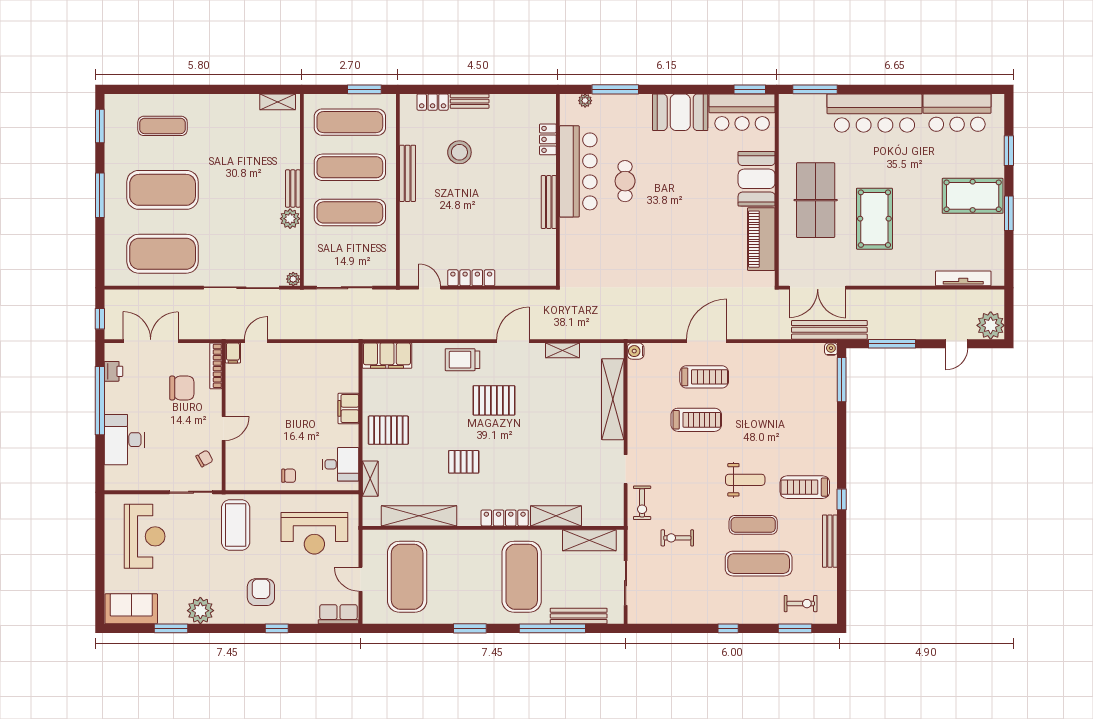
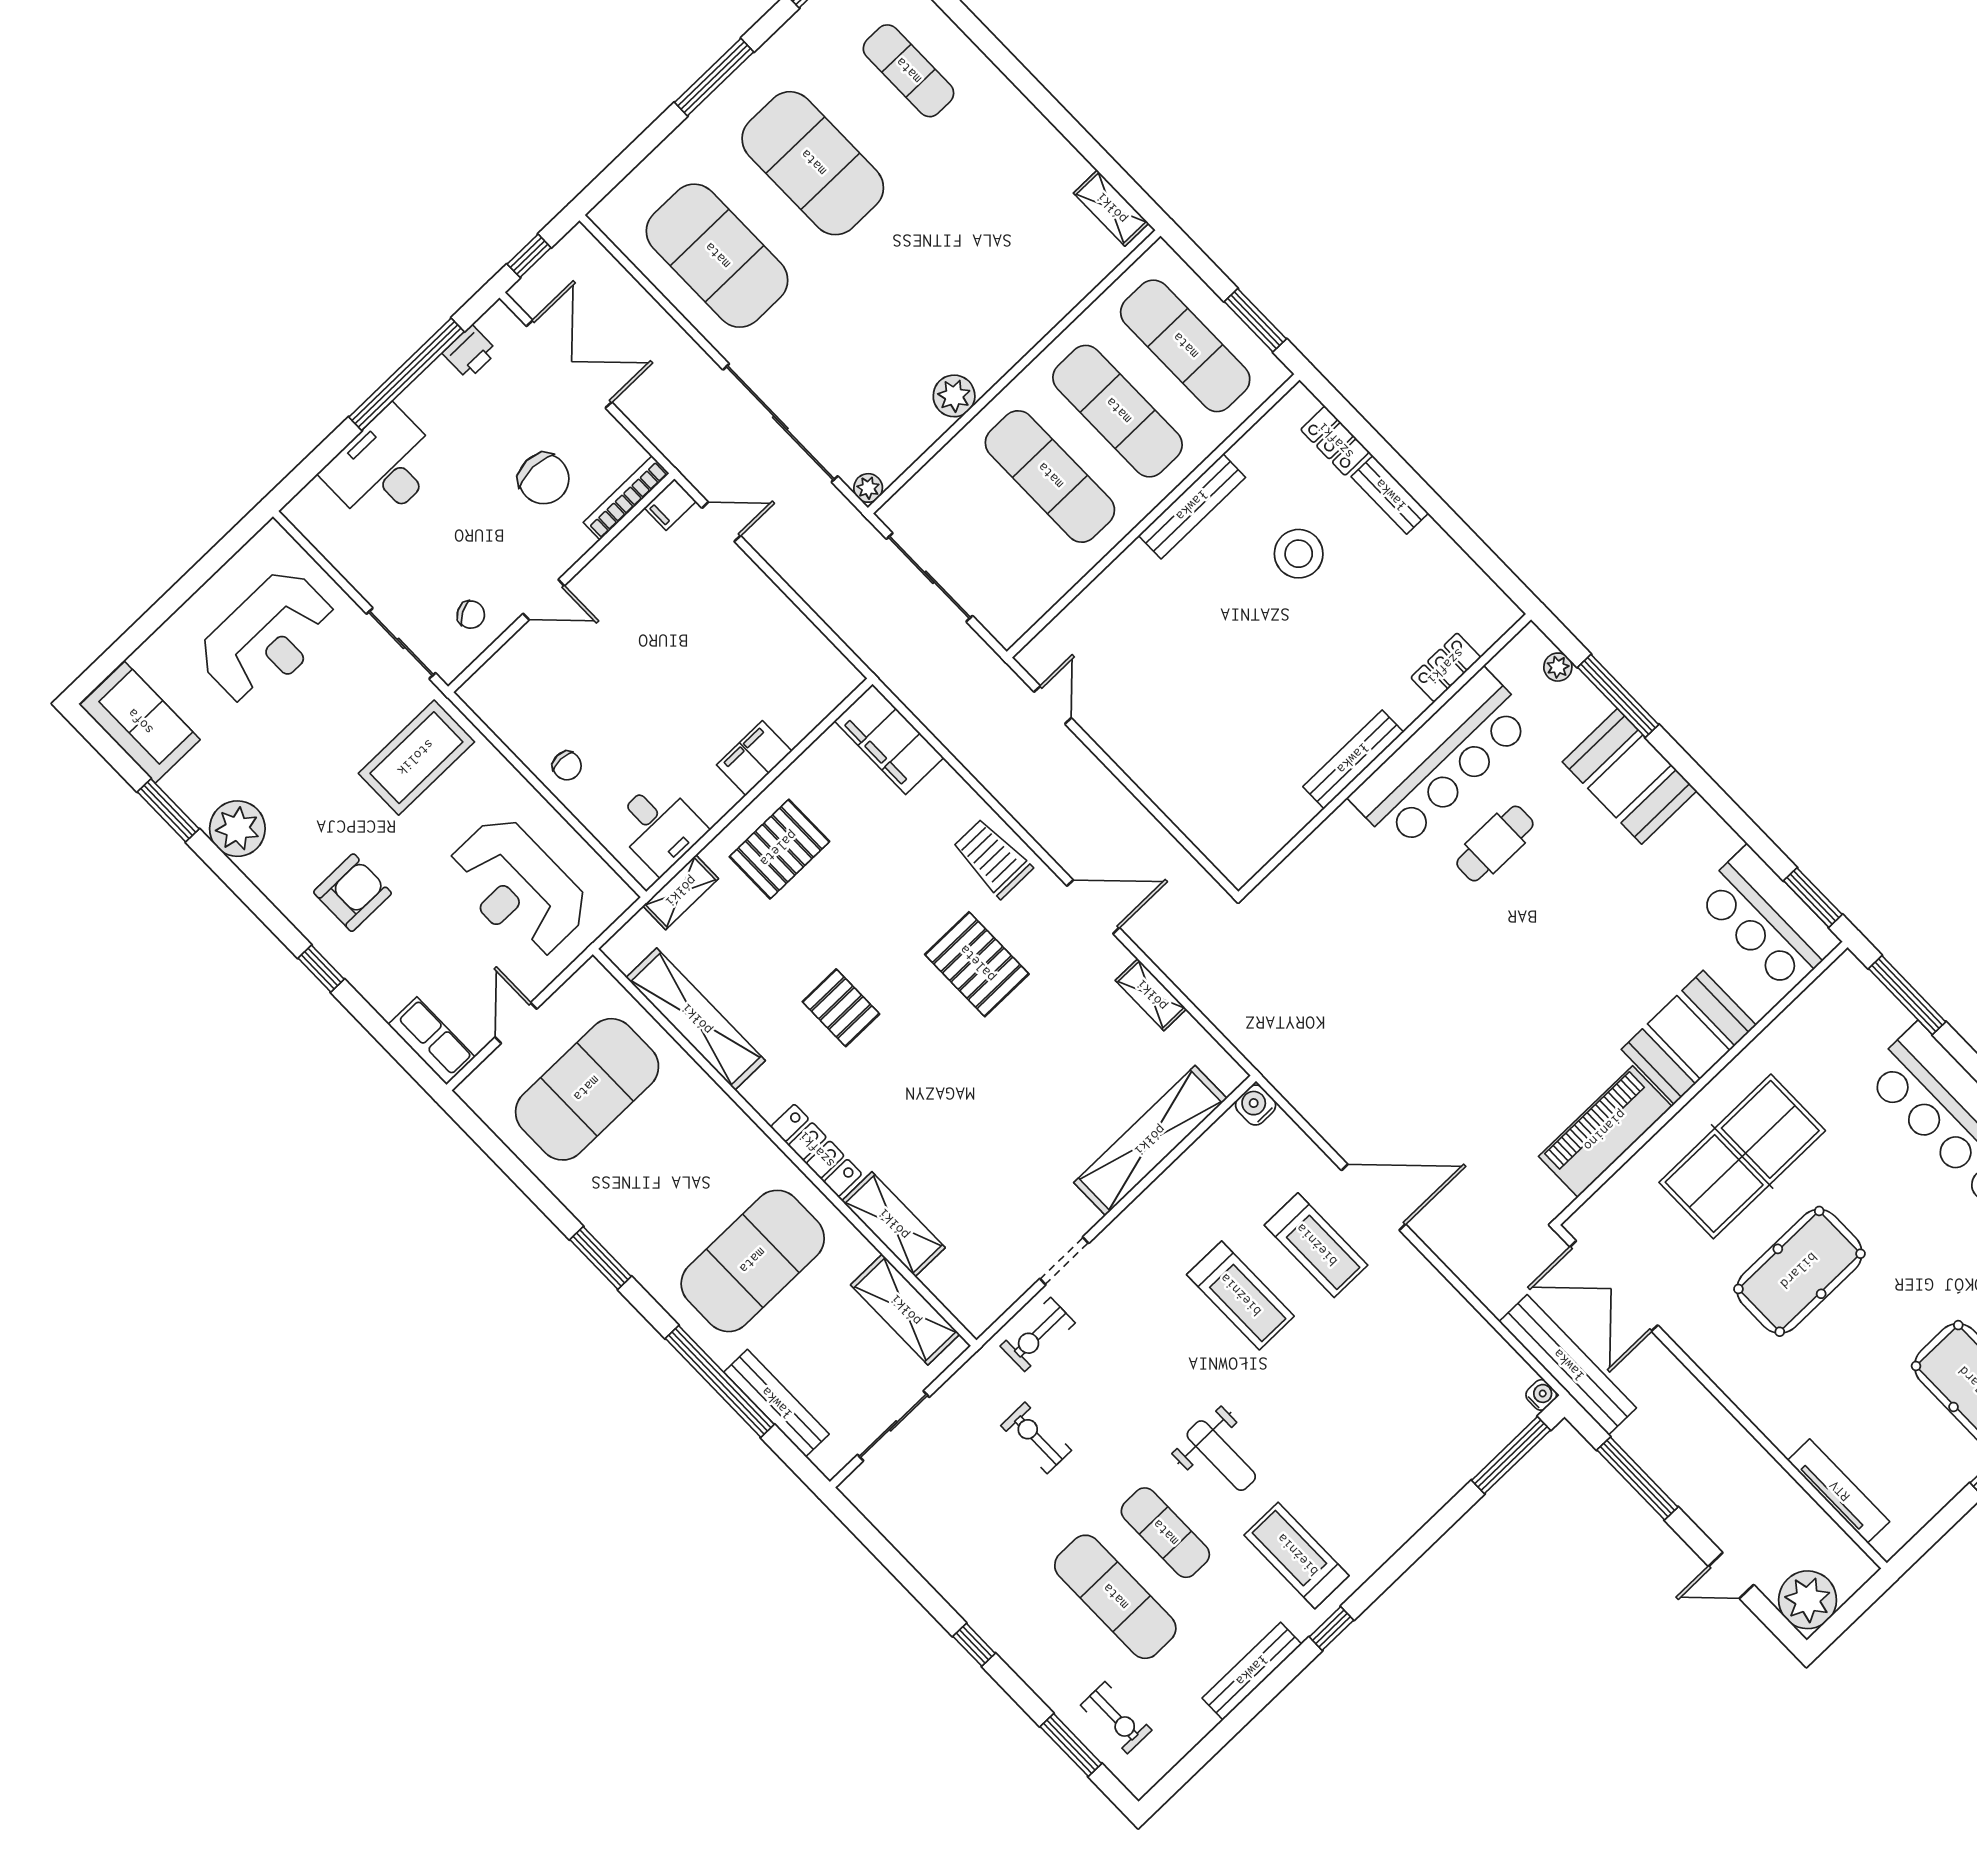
booth: (680, 112) -> (1630, 776), moved
bench: (293, 188) -> (1003, 357), removed
locker: (471, 278) -> (1128, 753), removed
pallet: (388, 430) -> (779, 849), turned 90

